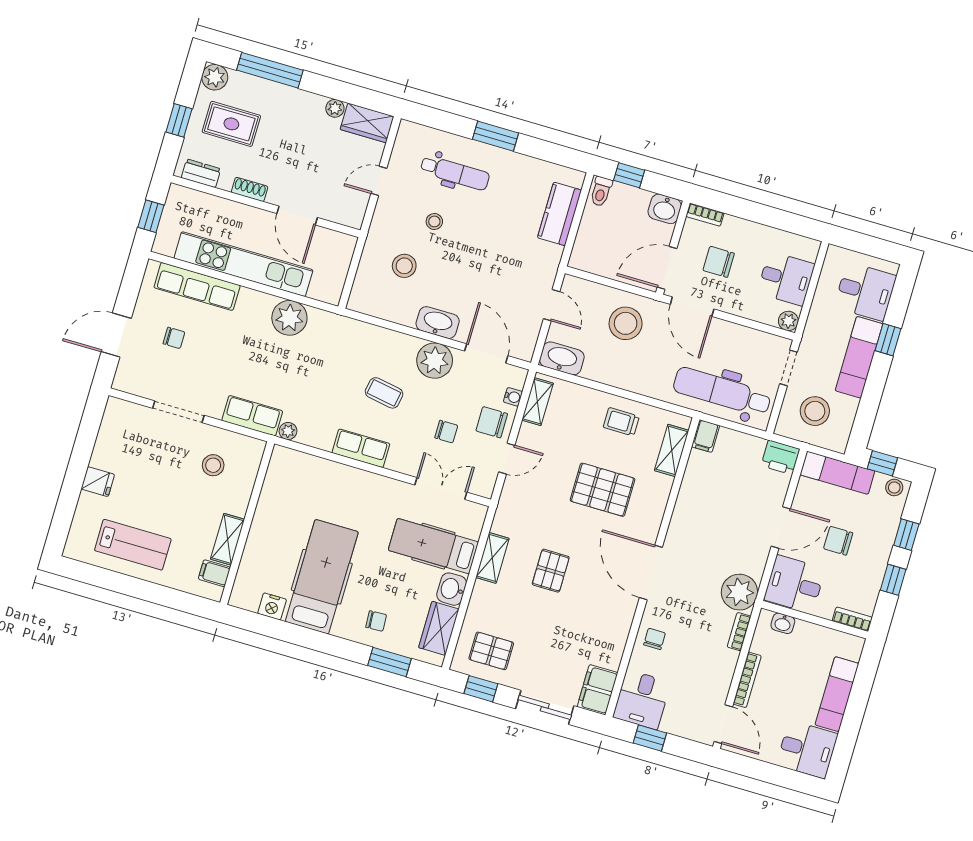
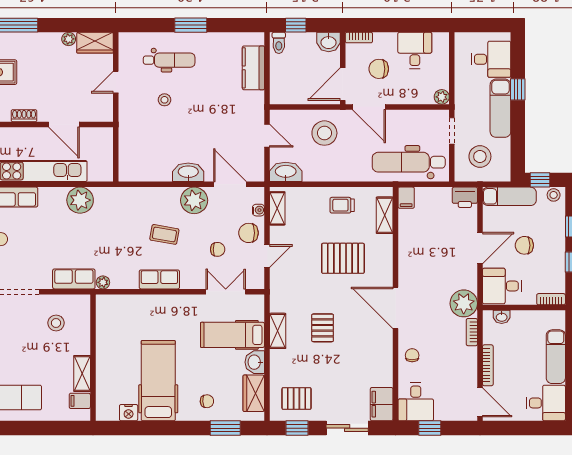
stool: (404, 266) -> (152, 138), removed
desk: (786, 279) -> (415, 50), moved, turned -90

